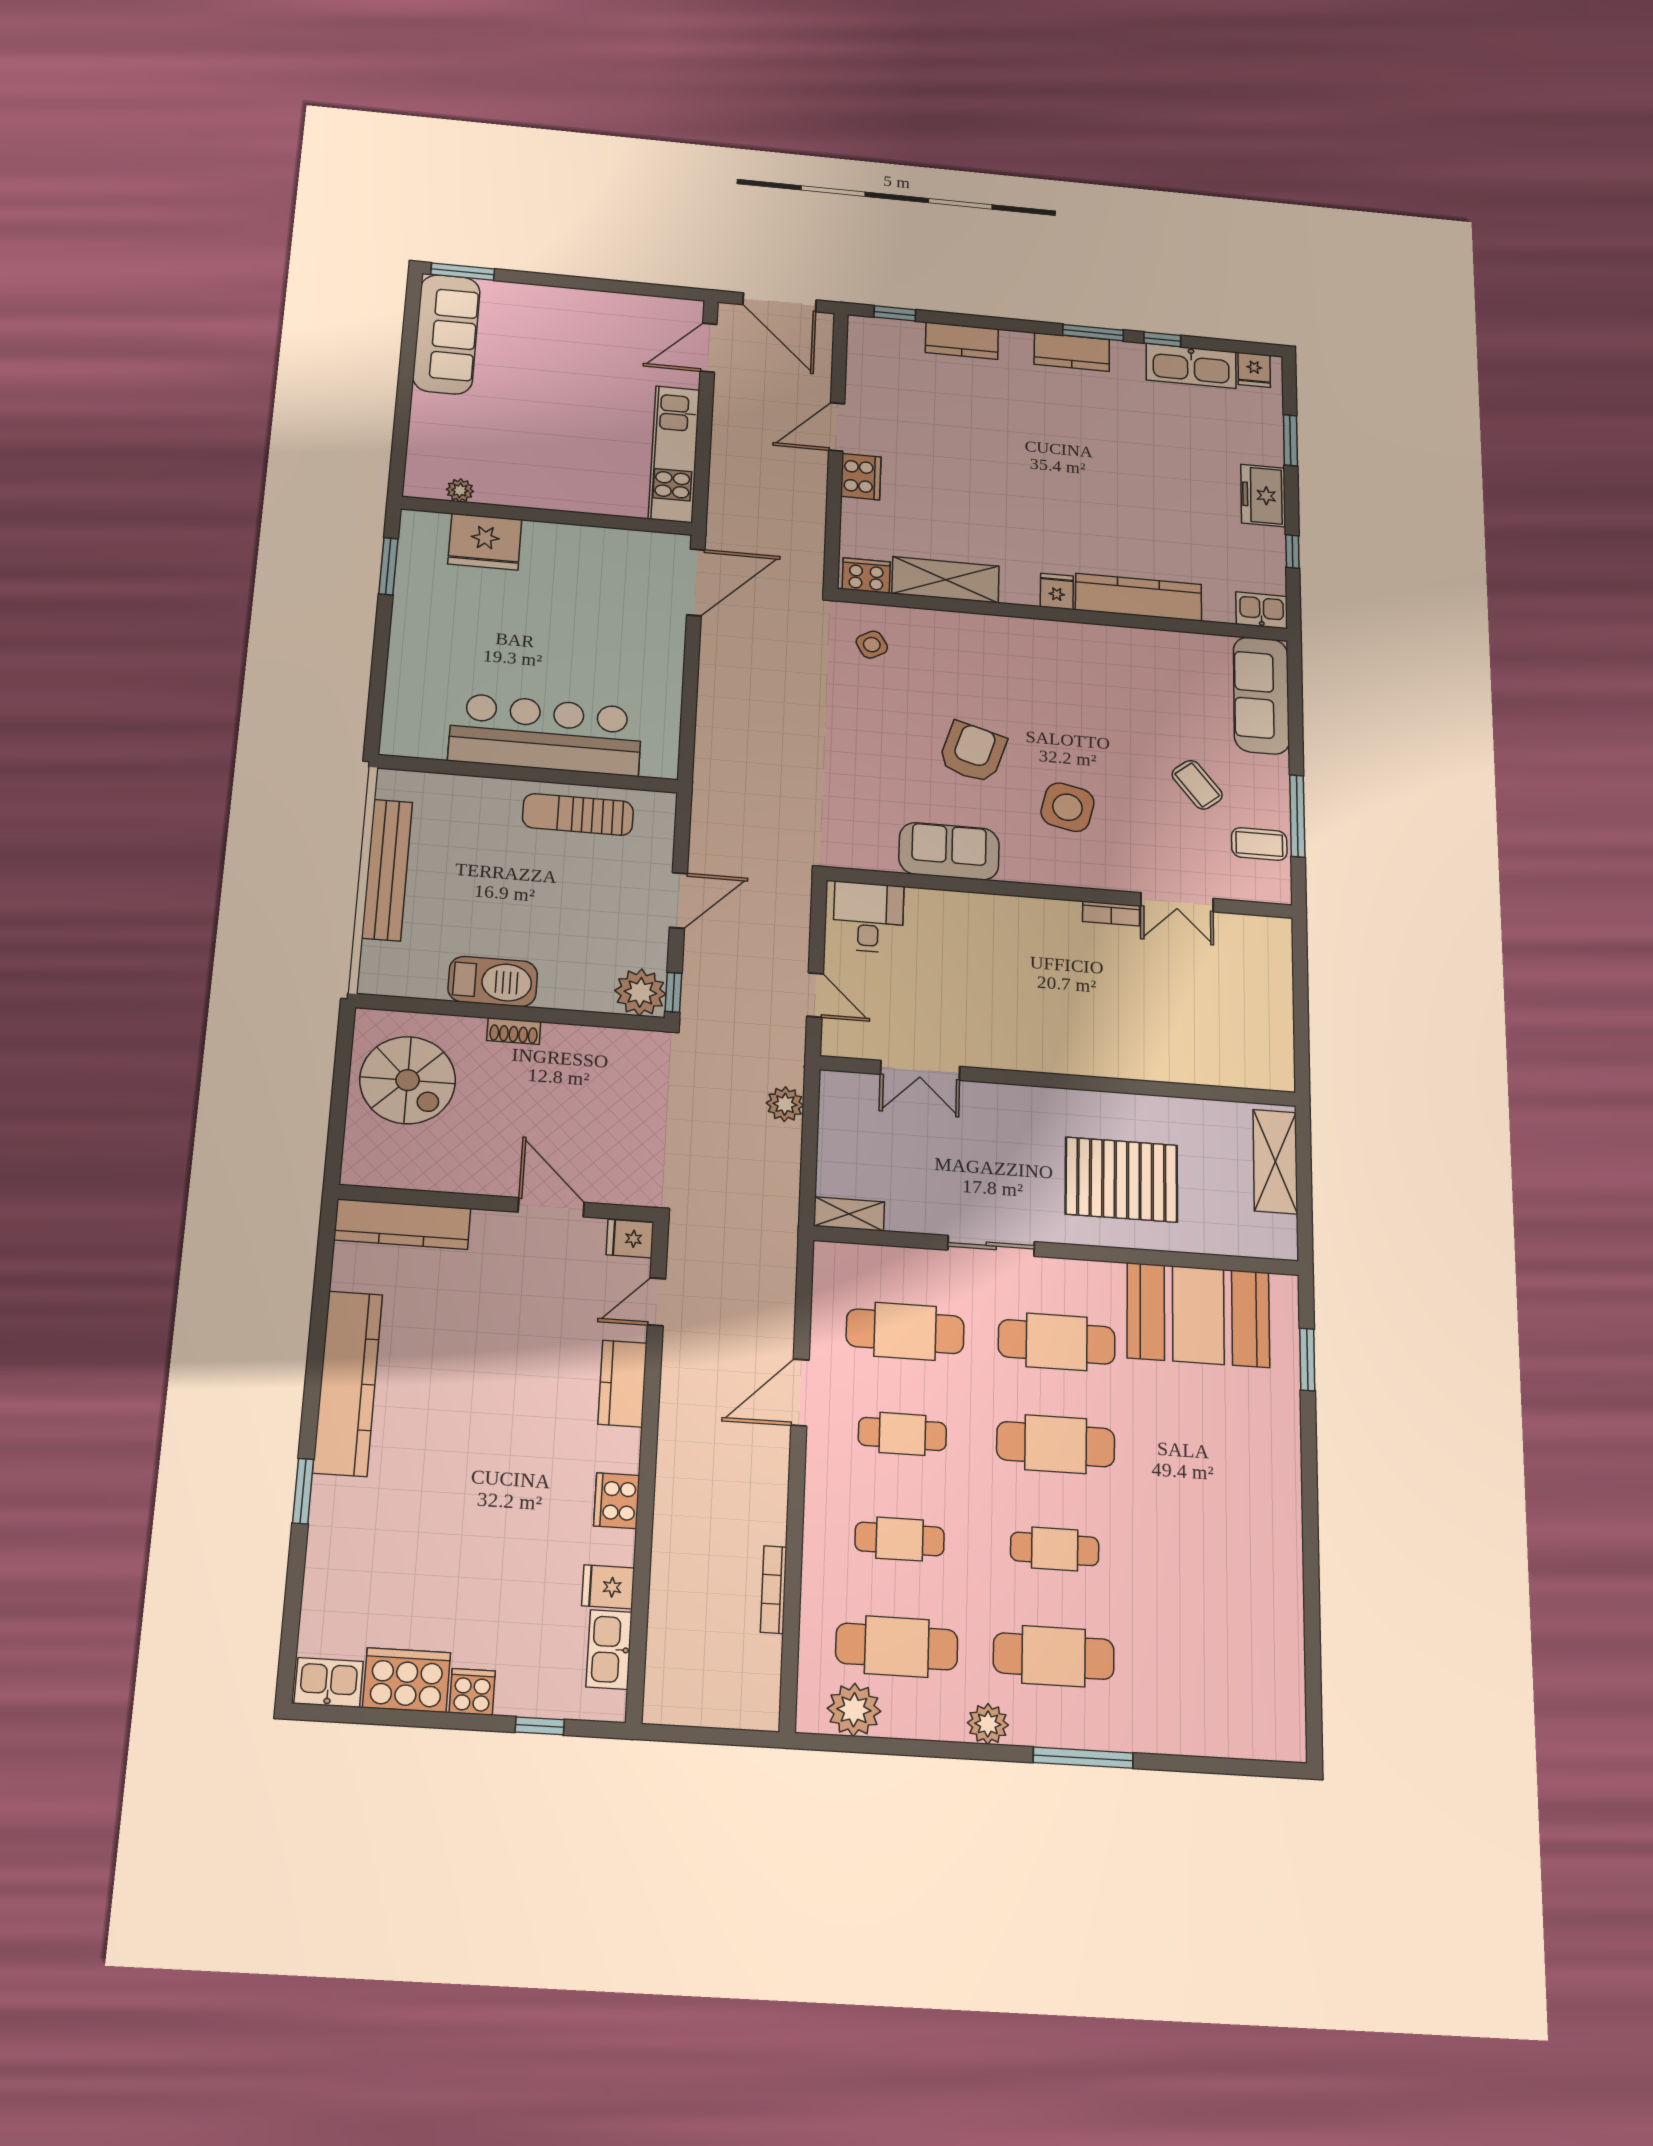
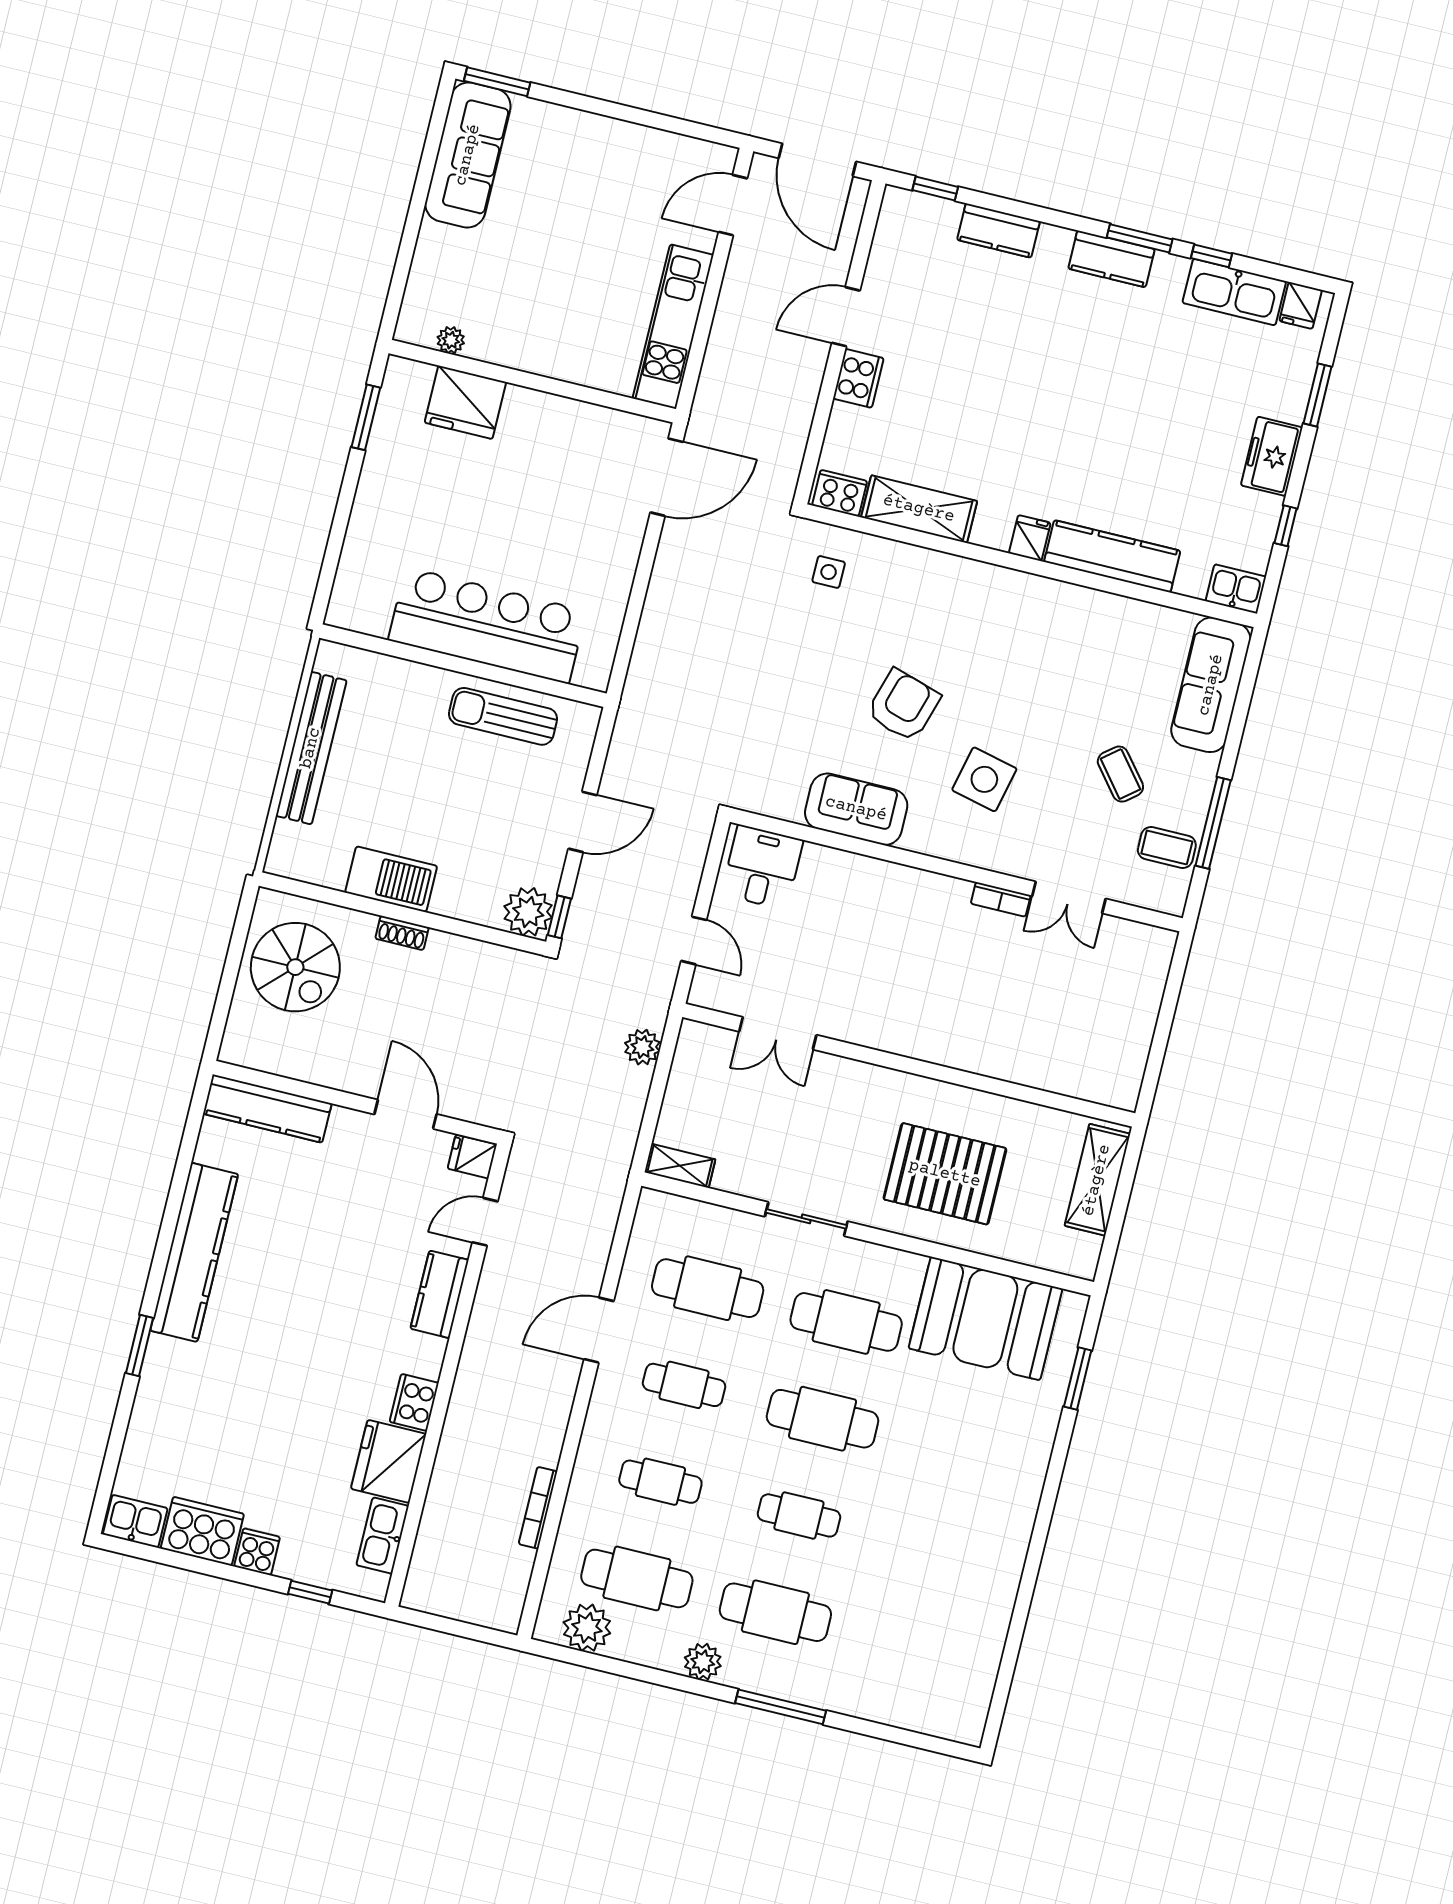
side table: (872, 645) -> (829, 572), turned 30
fridge: (608, 1587) -> (389, 1461), width x1.88, depth x1.34

